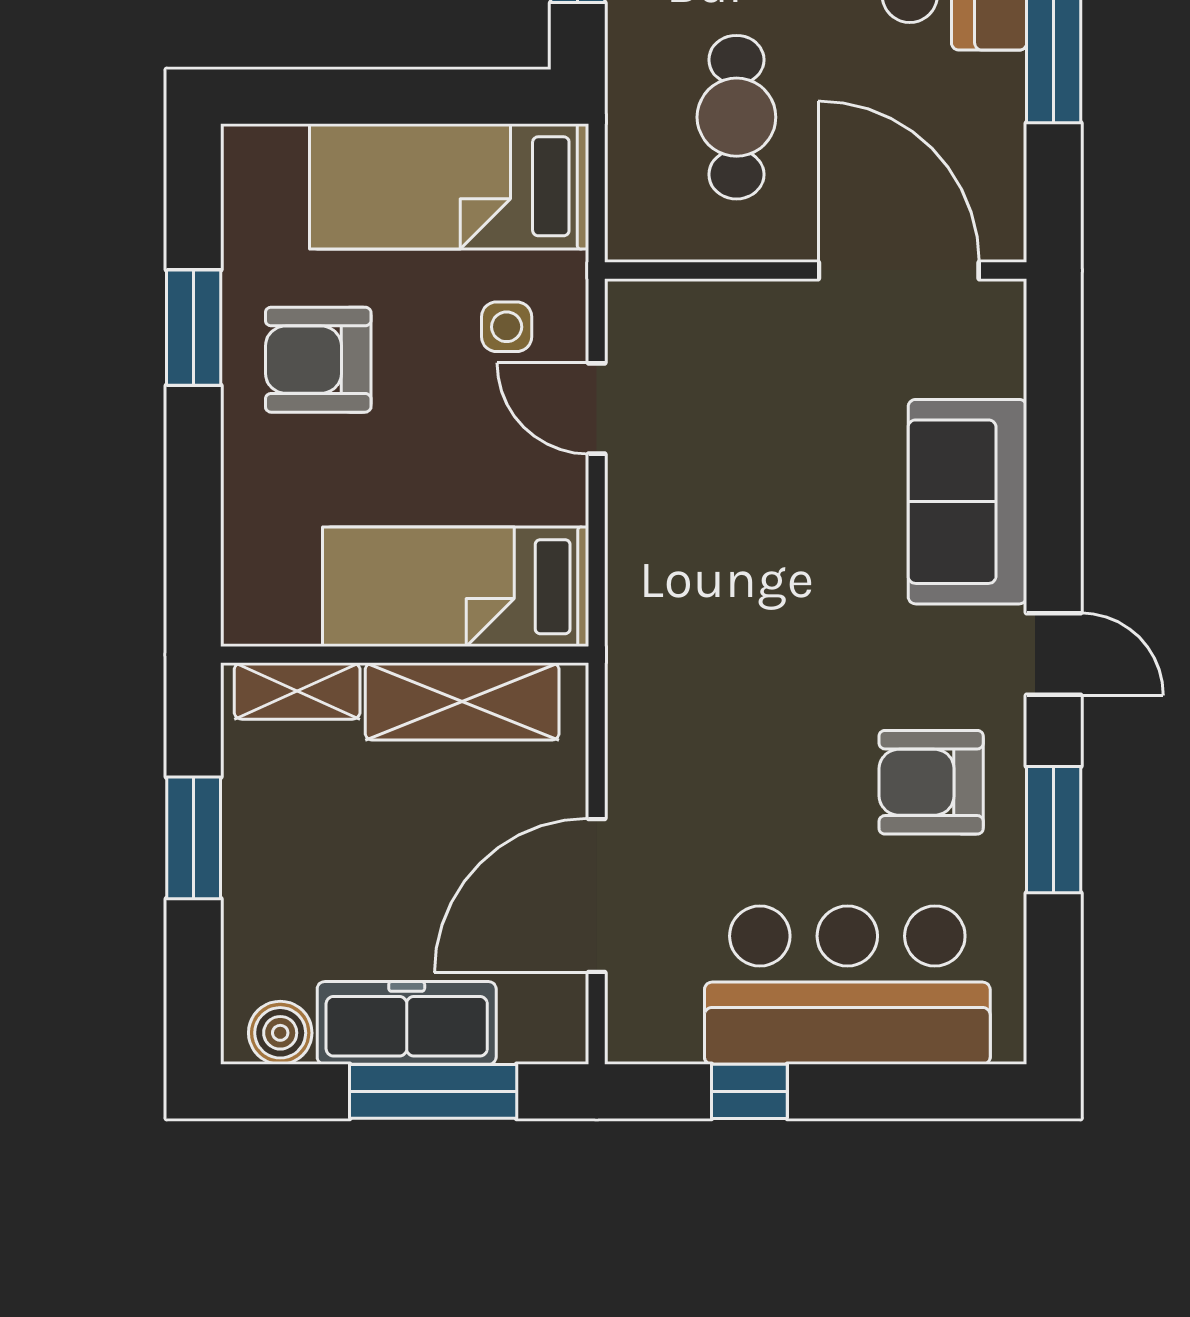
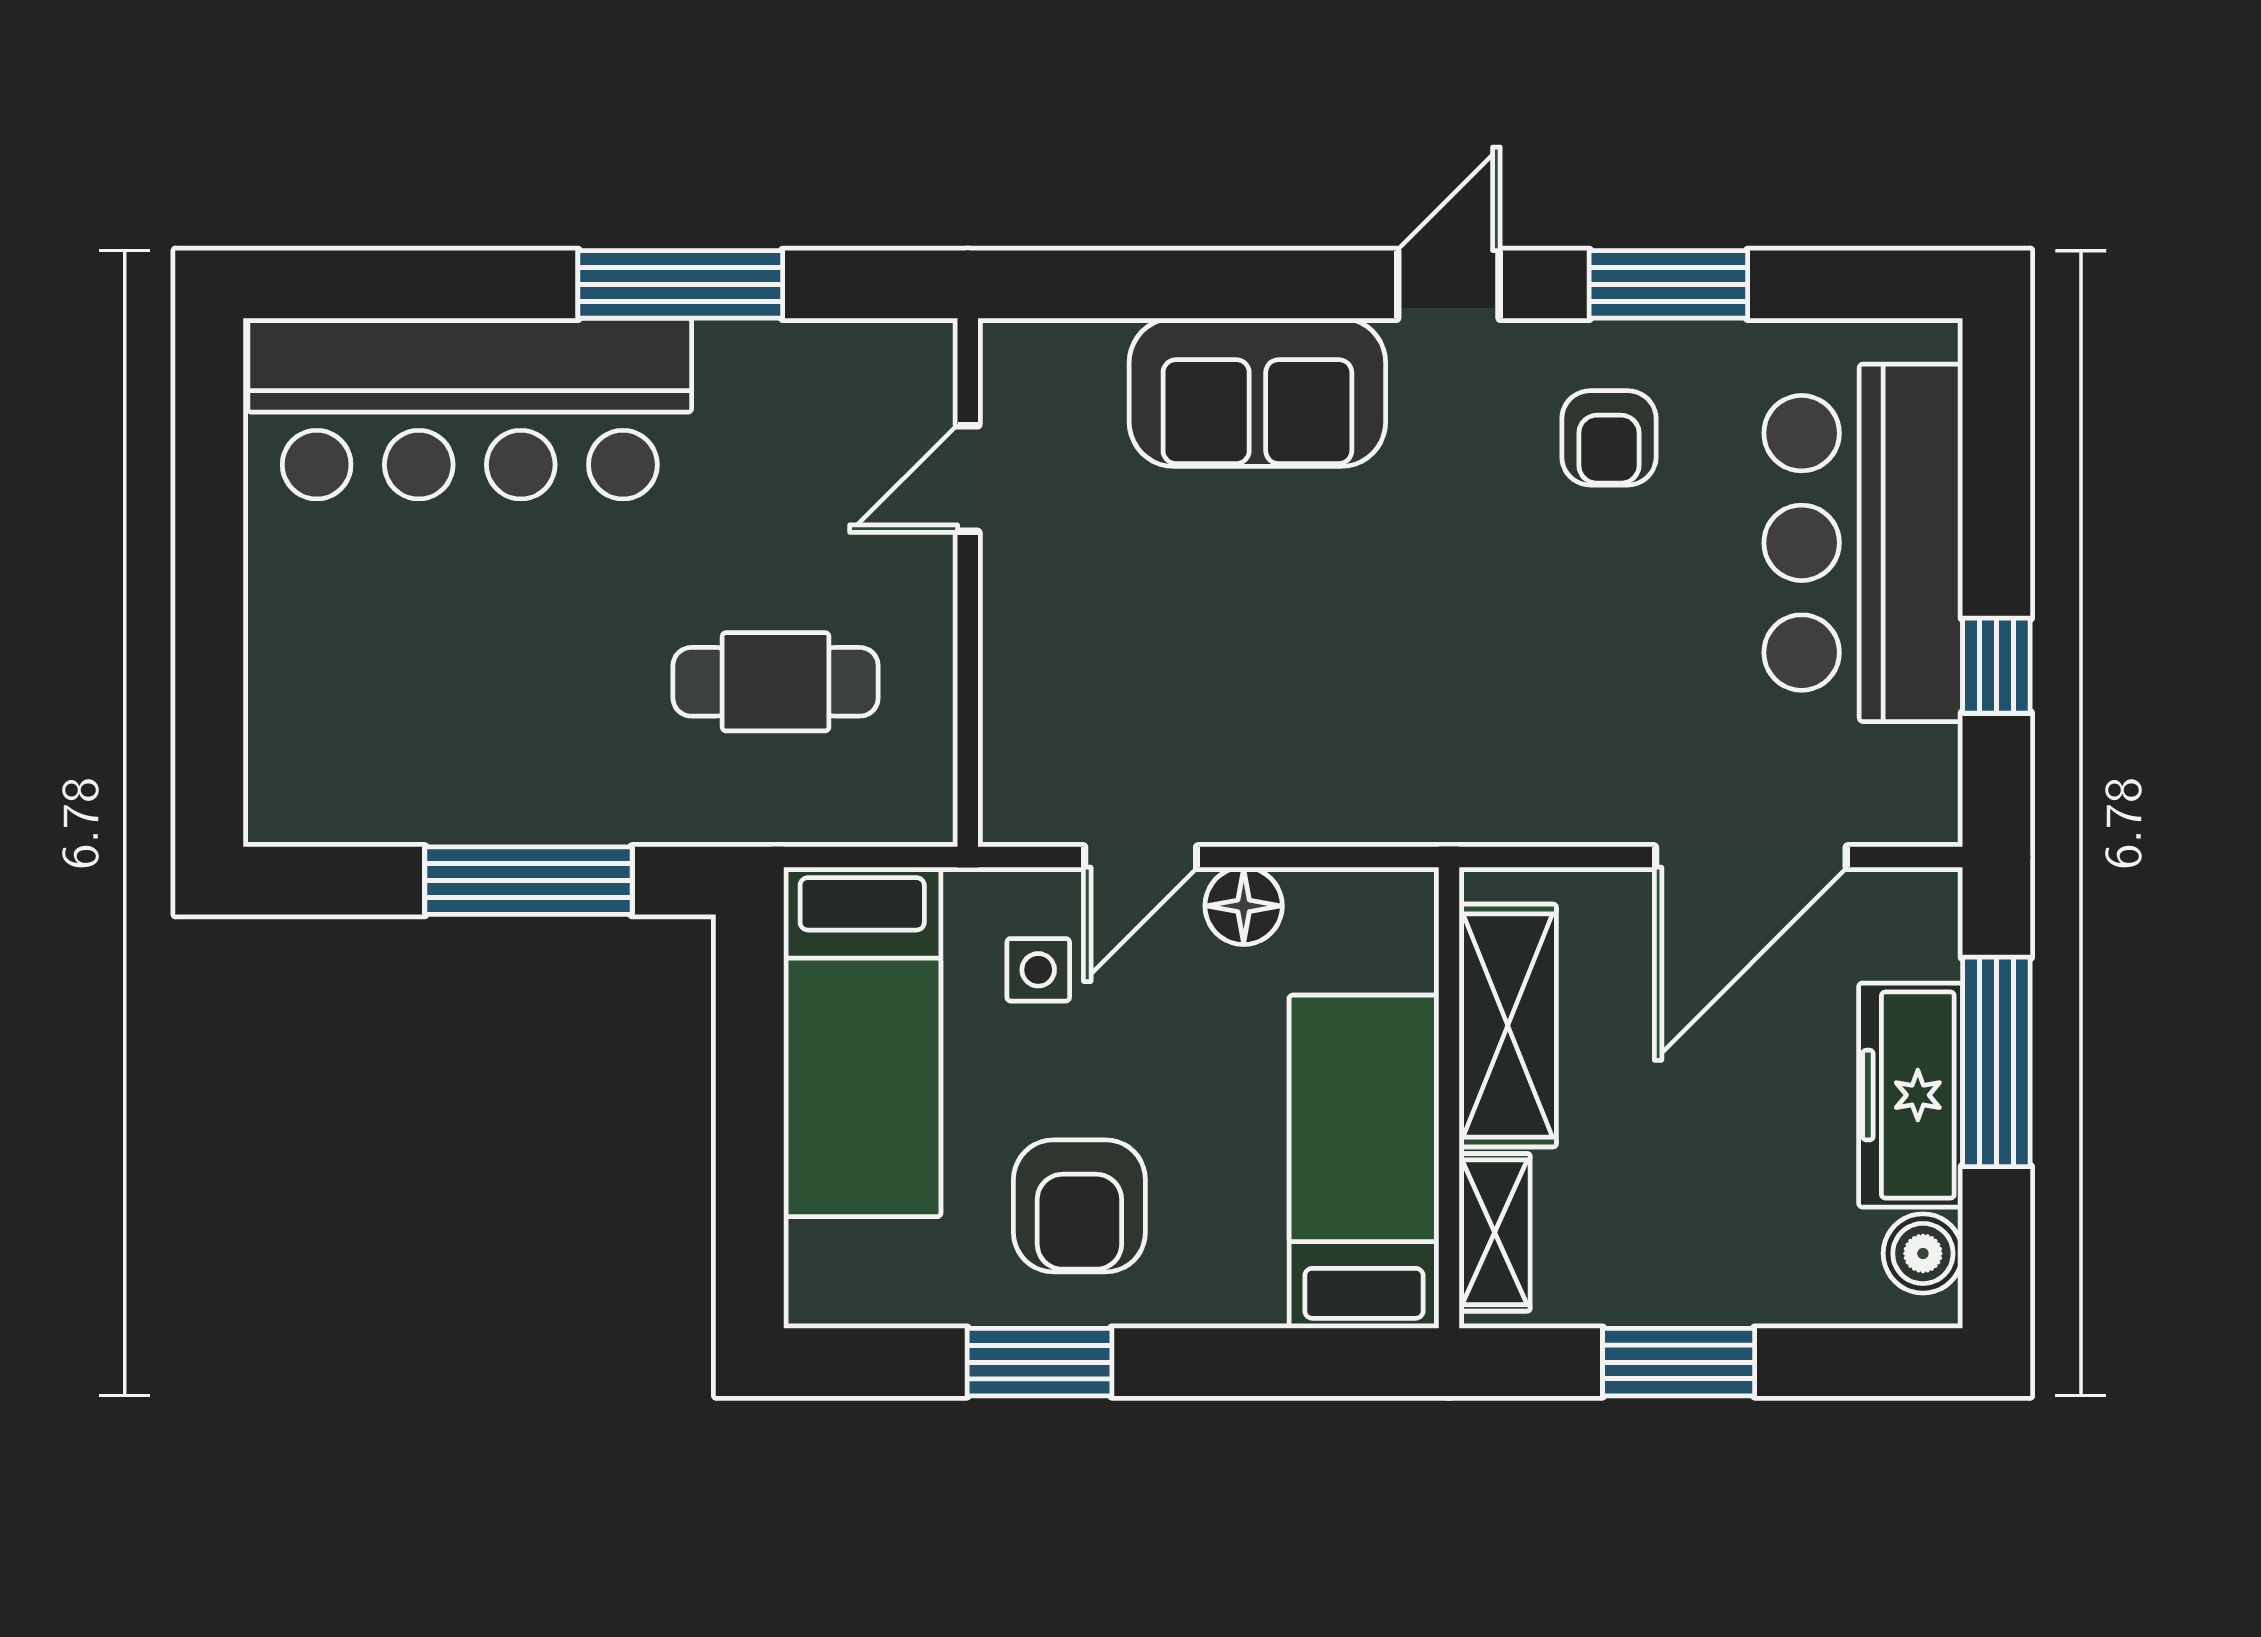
door: (899, 270) -> (968, 479), width x0.53
floor lamp: (558, 491) -> (1244, 906), added
bed: (456, 587) -> (1364, 1162), moved, turned 180
armchair: (931, 782) -> (1609, 438), width x0.72, depth x0.72
door: (597, 895) -> (1751, 857), hinge flipped

